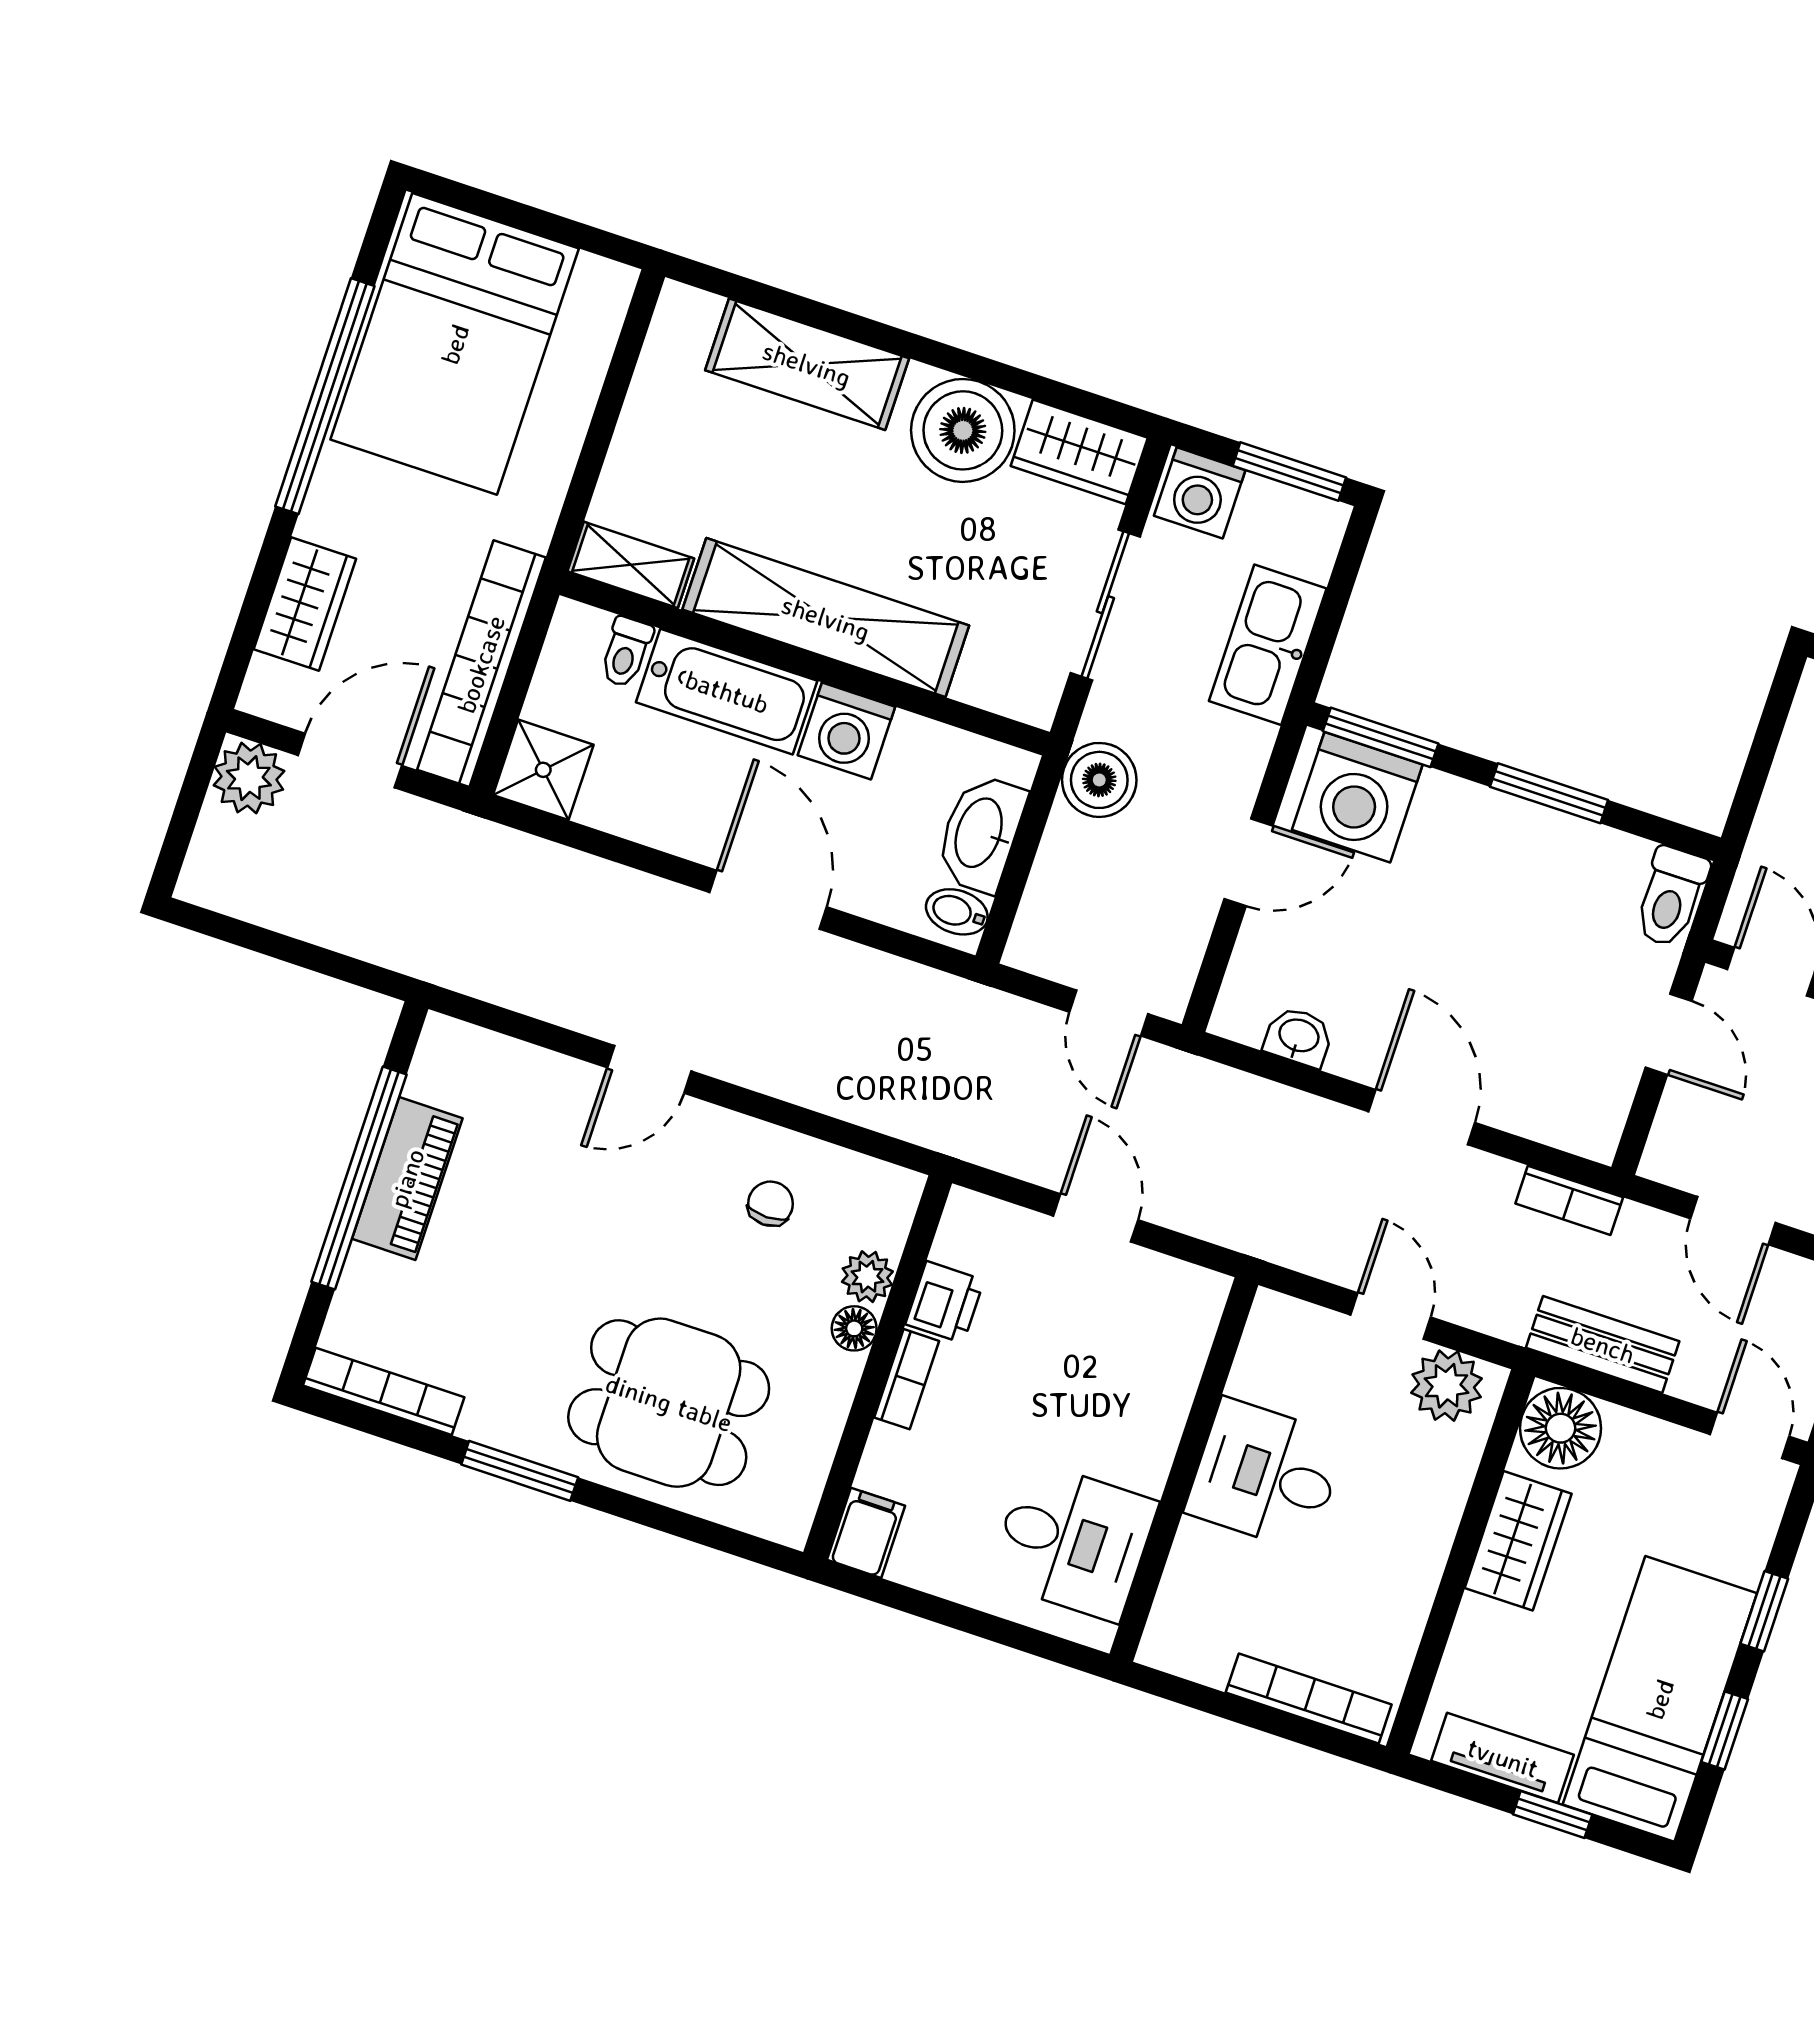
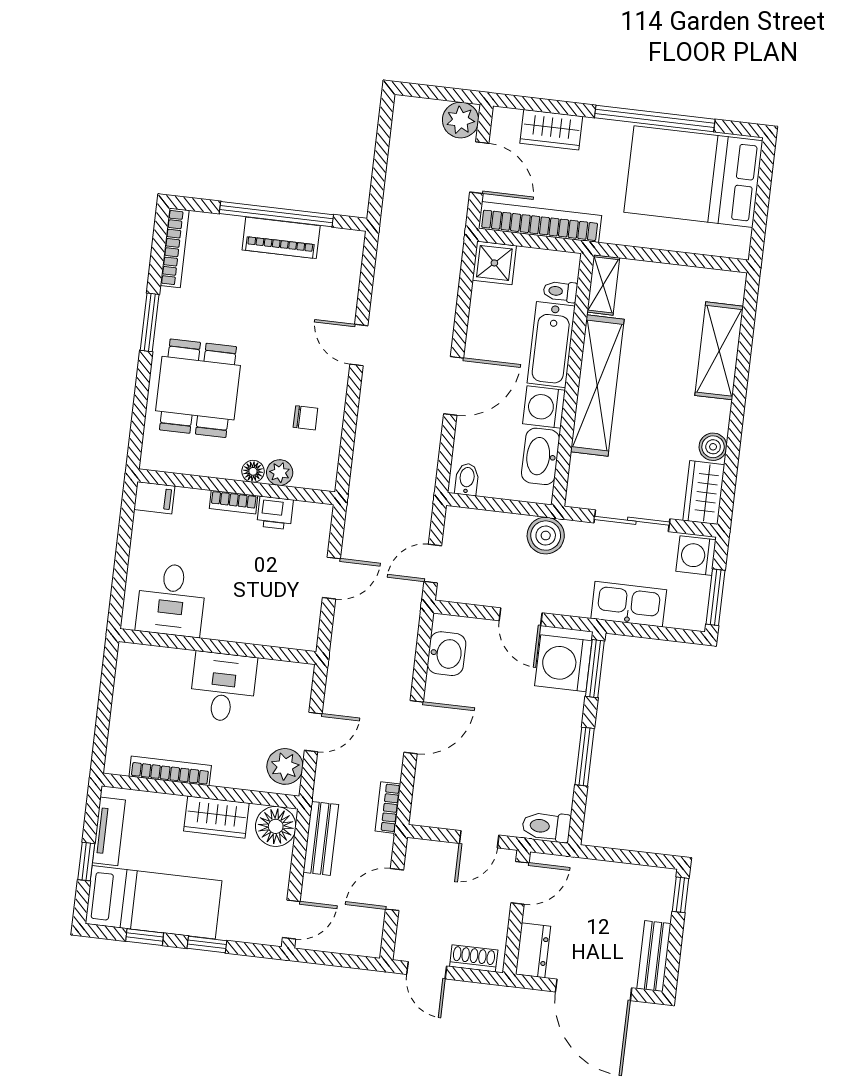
boiler: (963, 430) -> (713, 447), width x0.54, depth x0.54
washbasin: (980, 833) -> (541, 456), moved, turned -90
washbasin: (1298, 1037) -> (447, 654), width x1.38, depth x1.45
bookcase: (1309, 1698) -> (170, 771), moved, turned -90

